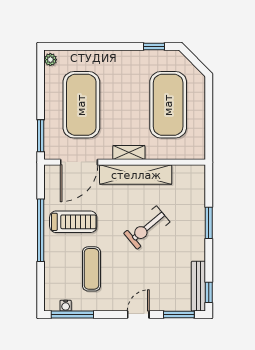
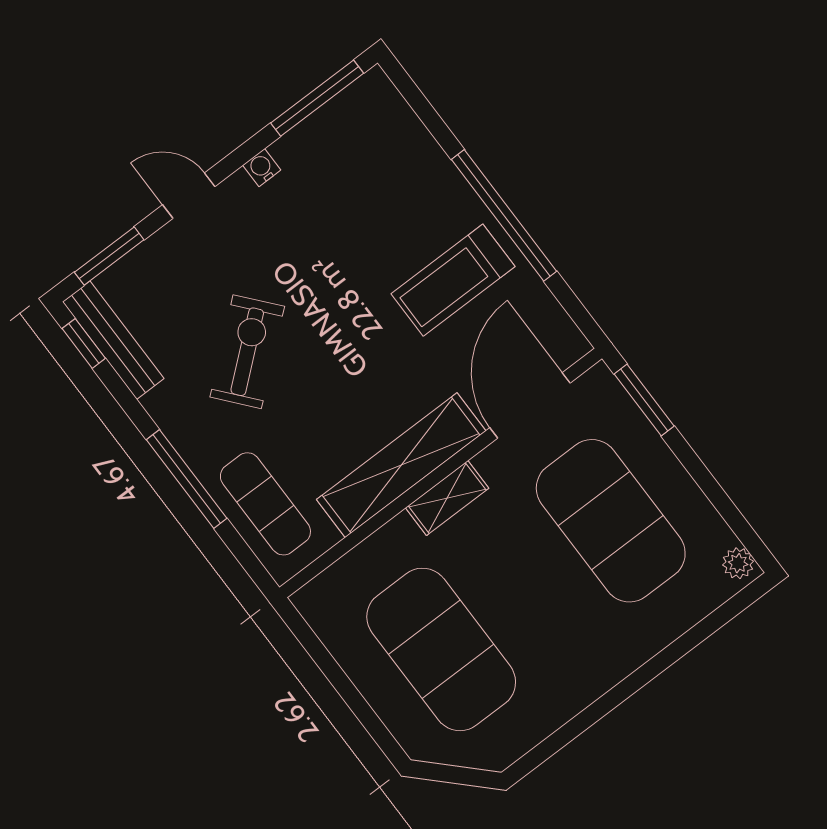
window: (154, 46) -> (555, 742), removed
window: (209, 223) -> (187, 479), width x1.44
exercise bike: (147, 228) -> (247, 352), moved
exercise mat: (91, 269) -> (265, 504), moved
water cooler: (66, 306) -> (262, 168), moved
door: (138, 315) -> (189, 196), swing flipped

